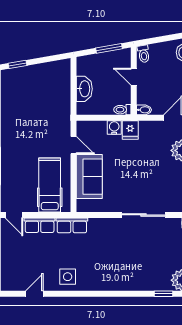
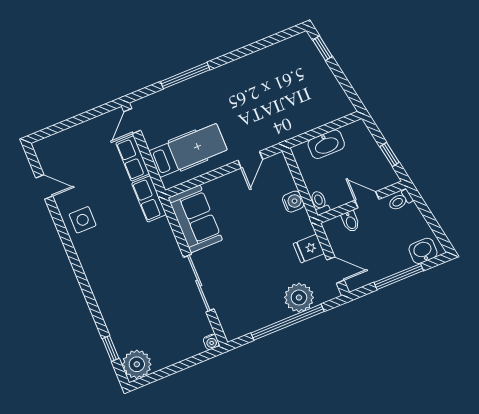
window: (109, 48) -> (389, 154), width x0.67
door: (134, 77) -> (367, 200), hinge flipped
bidet: (144, 110) -> (351, 221), moved
fridge: (130, 130) -> (309, 249), moved
sofa: (89, 177) -> (195, 219), moved, turned -90

